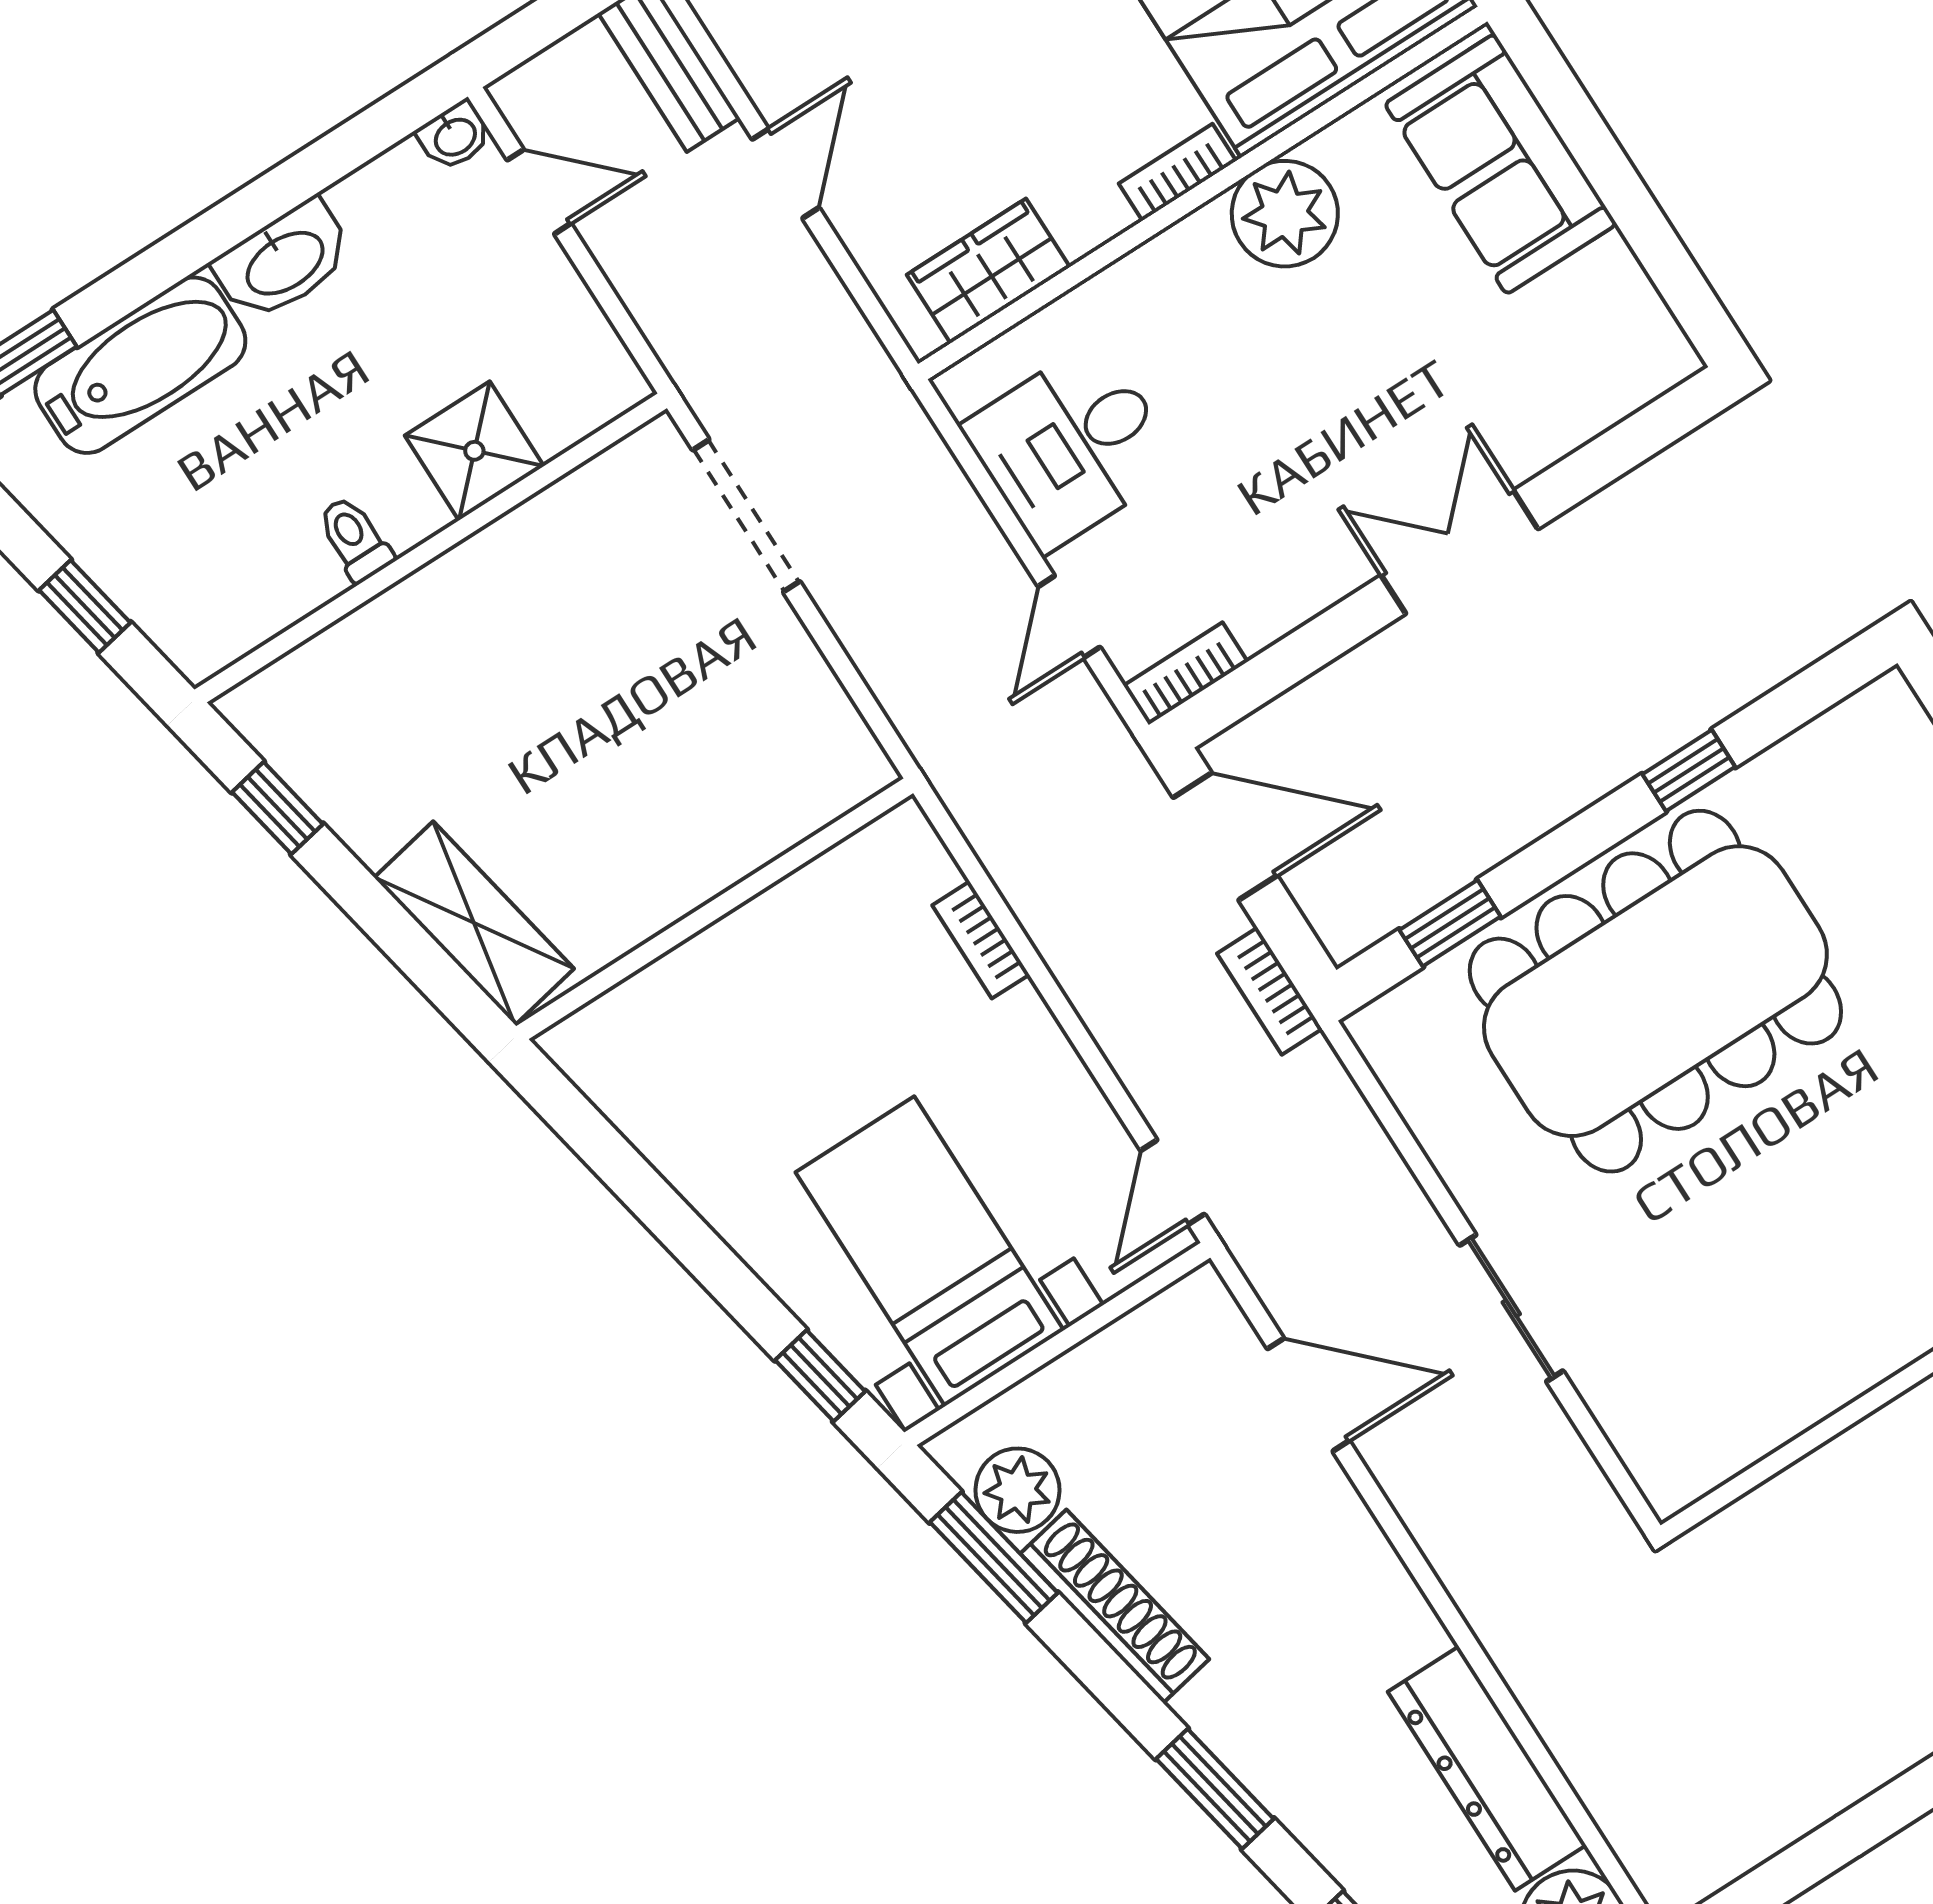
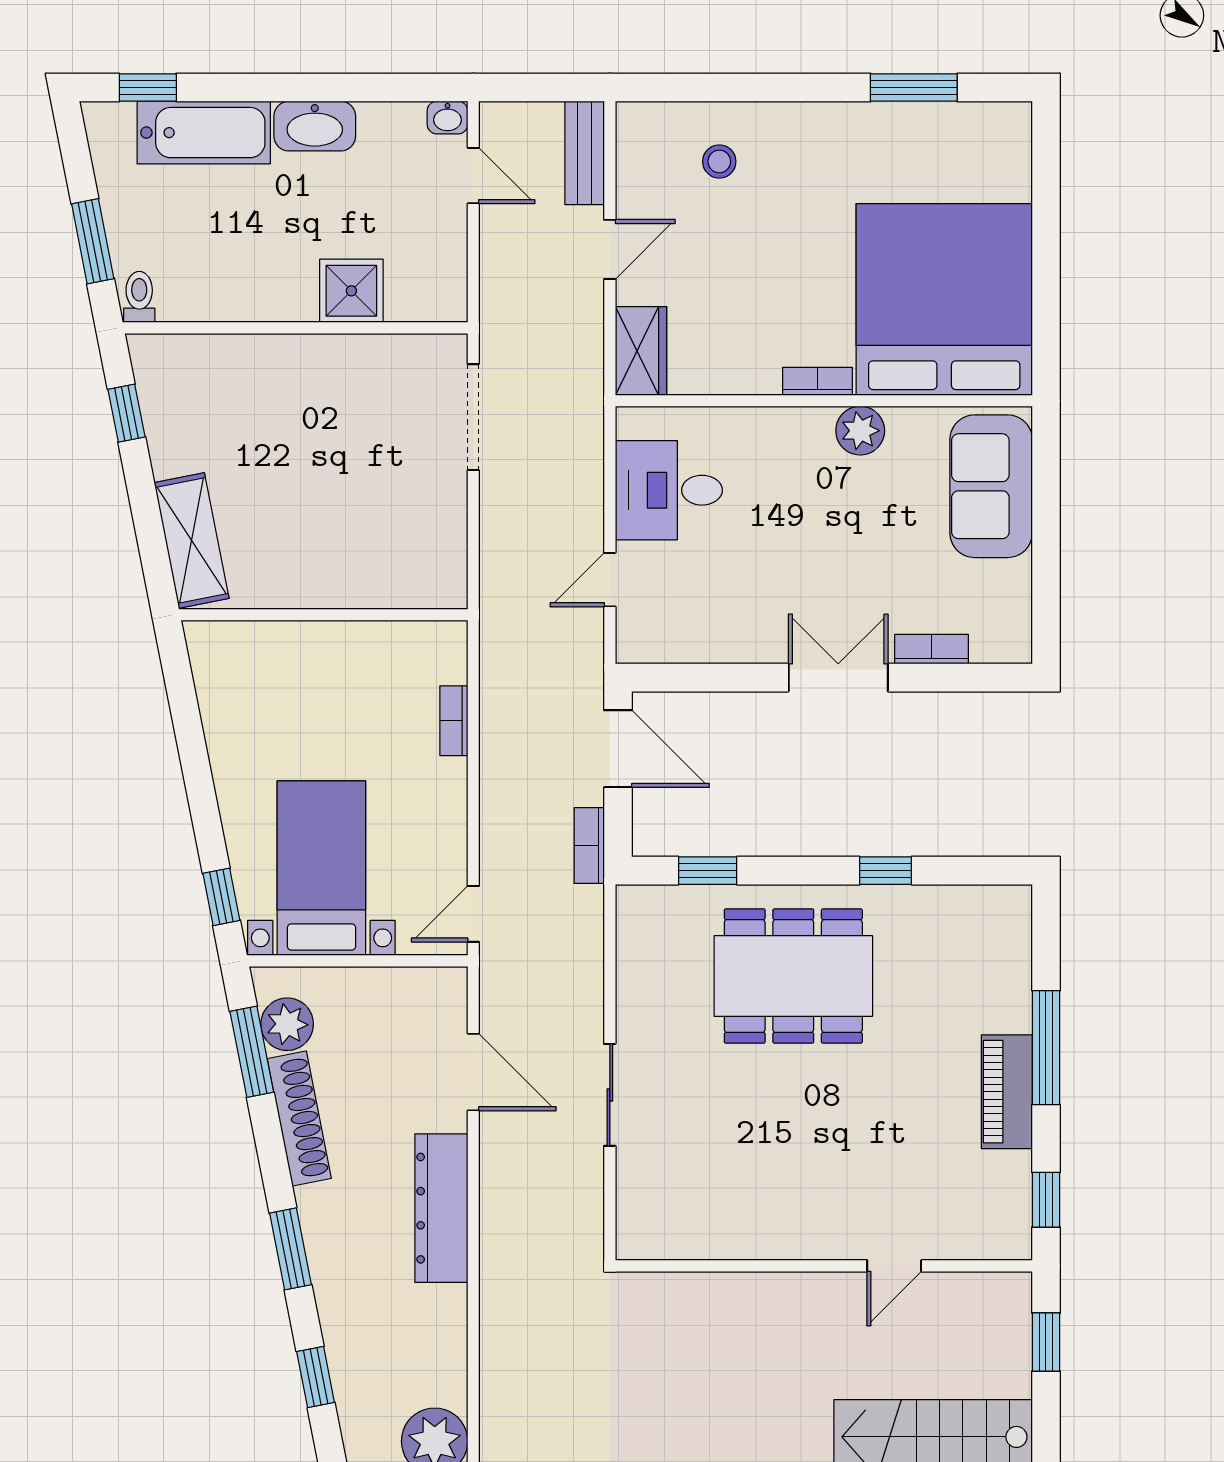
plant: (1285, 214) -> (860, 431), width x0.73, depth x0.73
wardrobe: (988, 271) -> (641, 351), moved, turned 90
toilet: (355, 539) -> (139, 297), moved
window: (85, 606) -> (93, 241), width x1.50
bookcase: (1186, 674) -> (932, 649), moved
dining table: (1655, 991) -> (793, 976), width x0.73, depth x0.80
dresser: (1487, 1768) -> (441, 1208), moved

